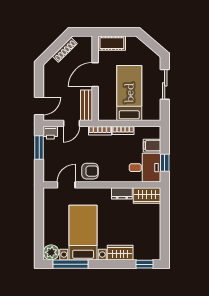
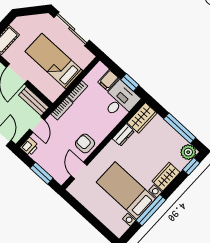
sliding door: (165, 84) -> (72, 29), width x1.37
window: (39, 148) -> (42, 173), moved
armchair: (90, 171) -> (85, 143), turned -90
window: (165, 230) -> (180, 128), added
plant: (51, 252) -> (188, 152), moved
window: (70, 264) -> (151, 210), moved

